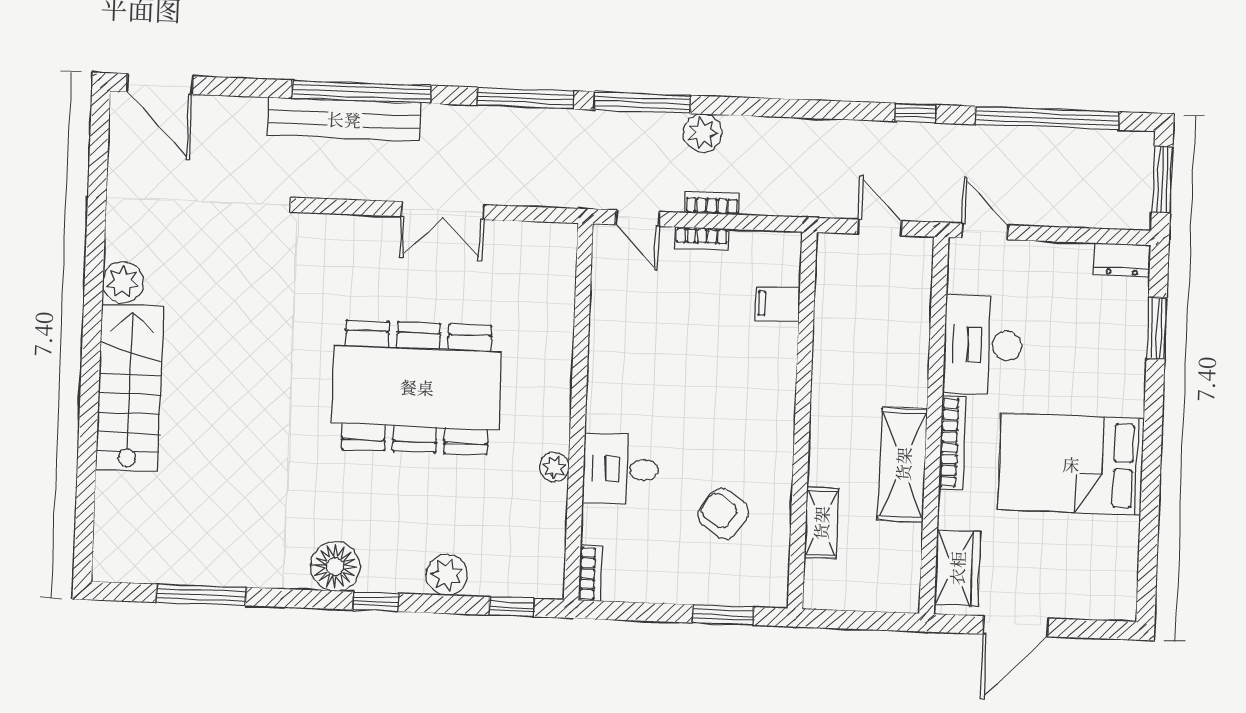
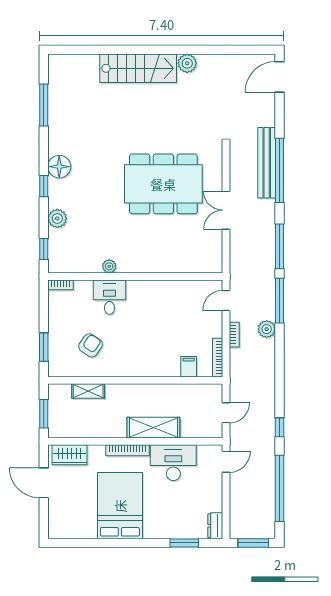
bookcase: (702, 238) -> (218, 358), moved, width x1.56
dining table: (417, 387) -> (163, 184), moved, turned 90
shelving: (903, 464) -> (153, 428), moved
window: (867, 620) -> (44, 414), added

